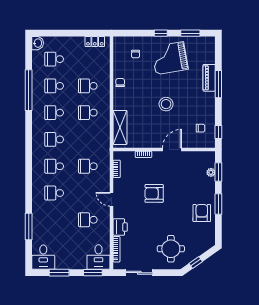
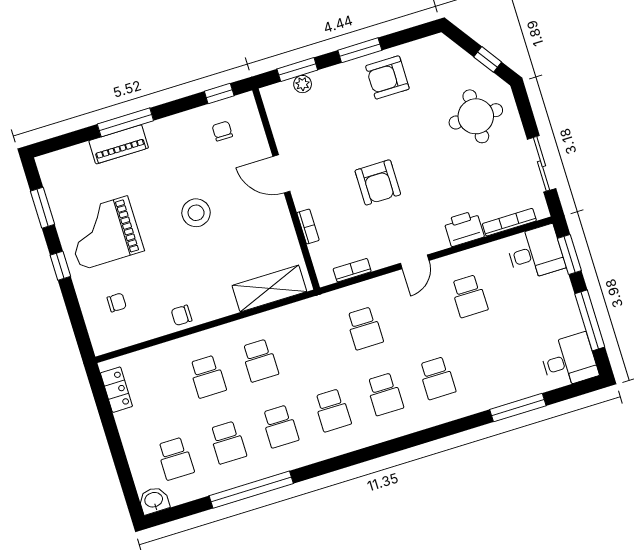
grand piano: (170, 58) -> (104, 233), turned 100
window: (59, 273) -> (590, 320), width x1.44

